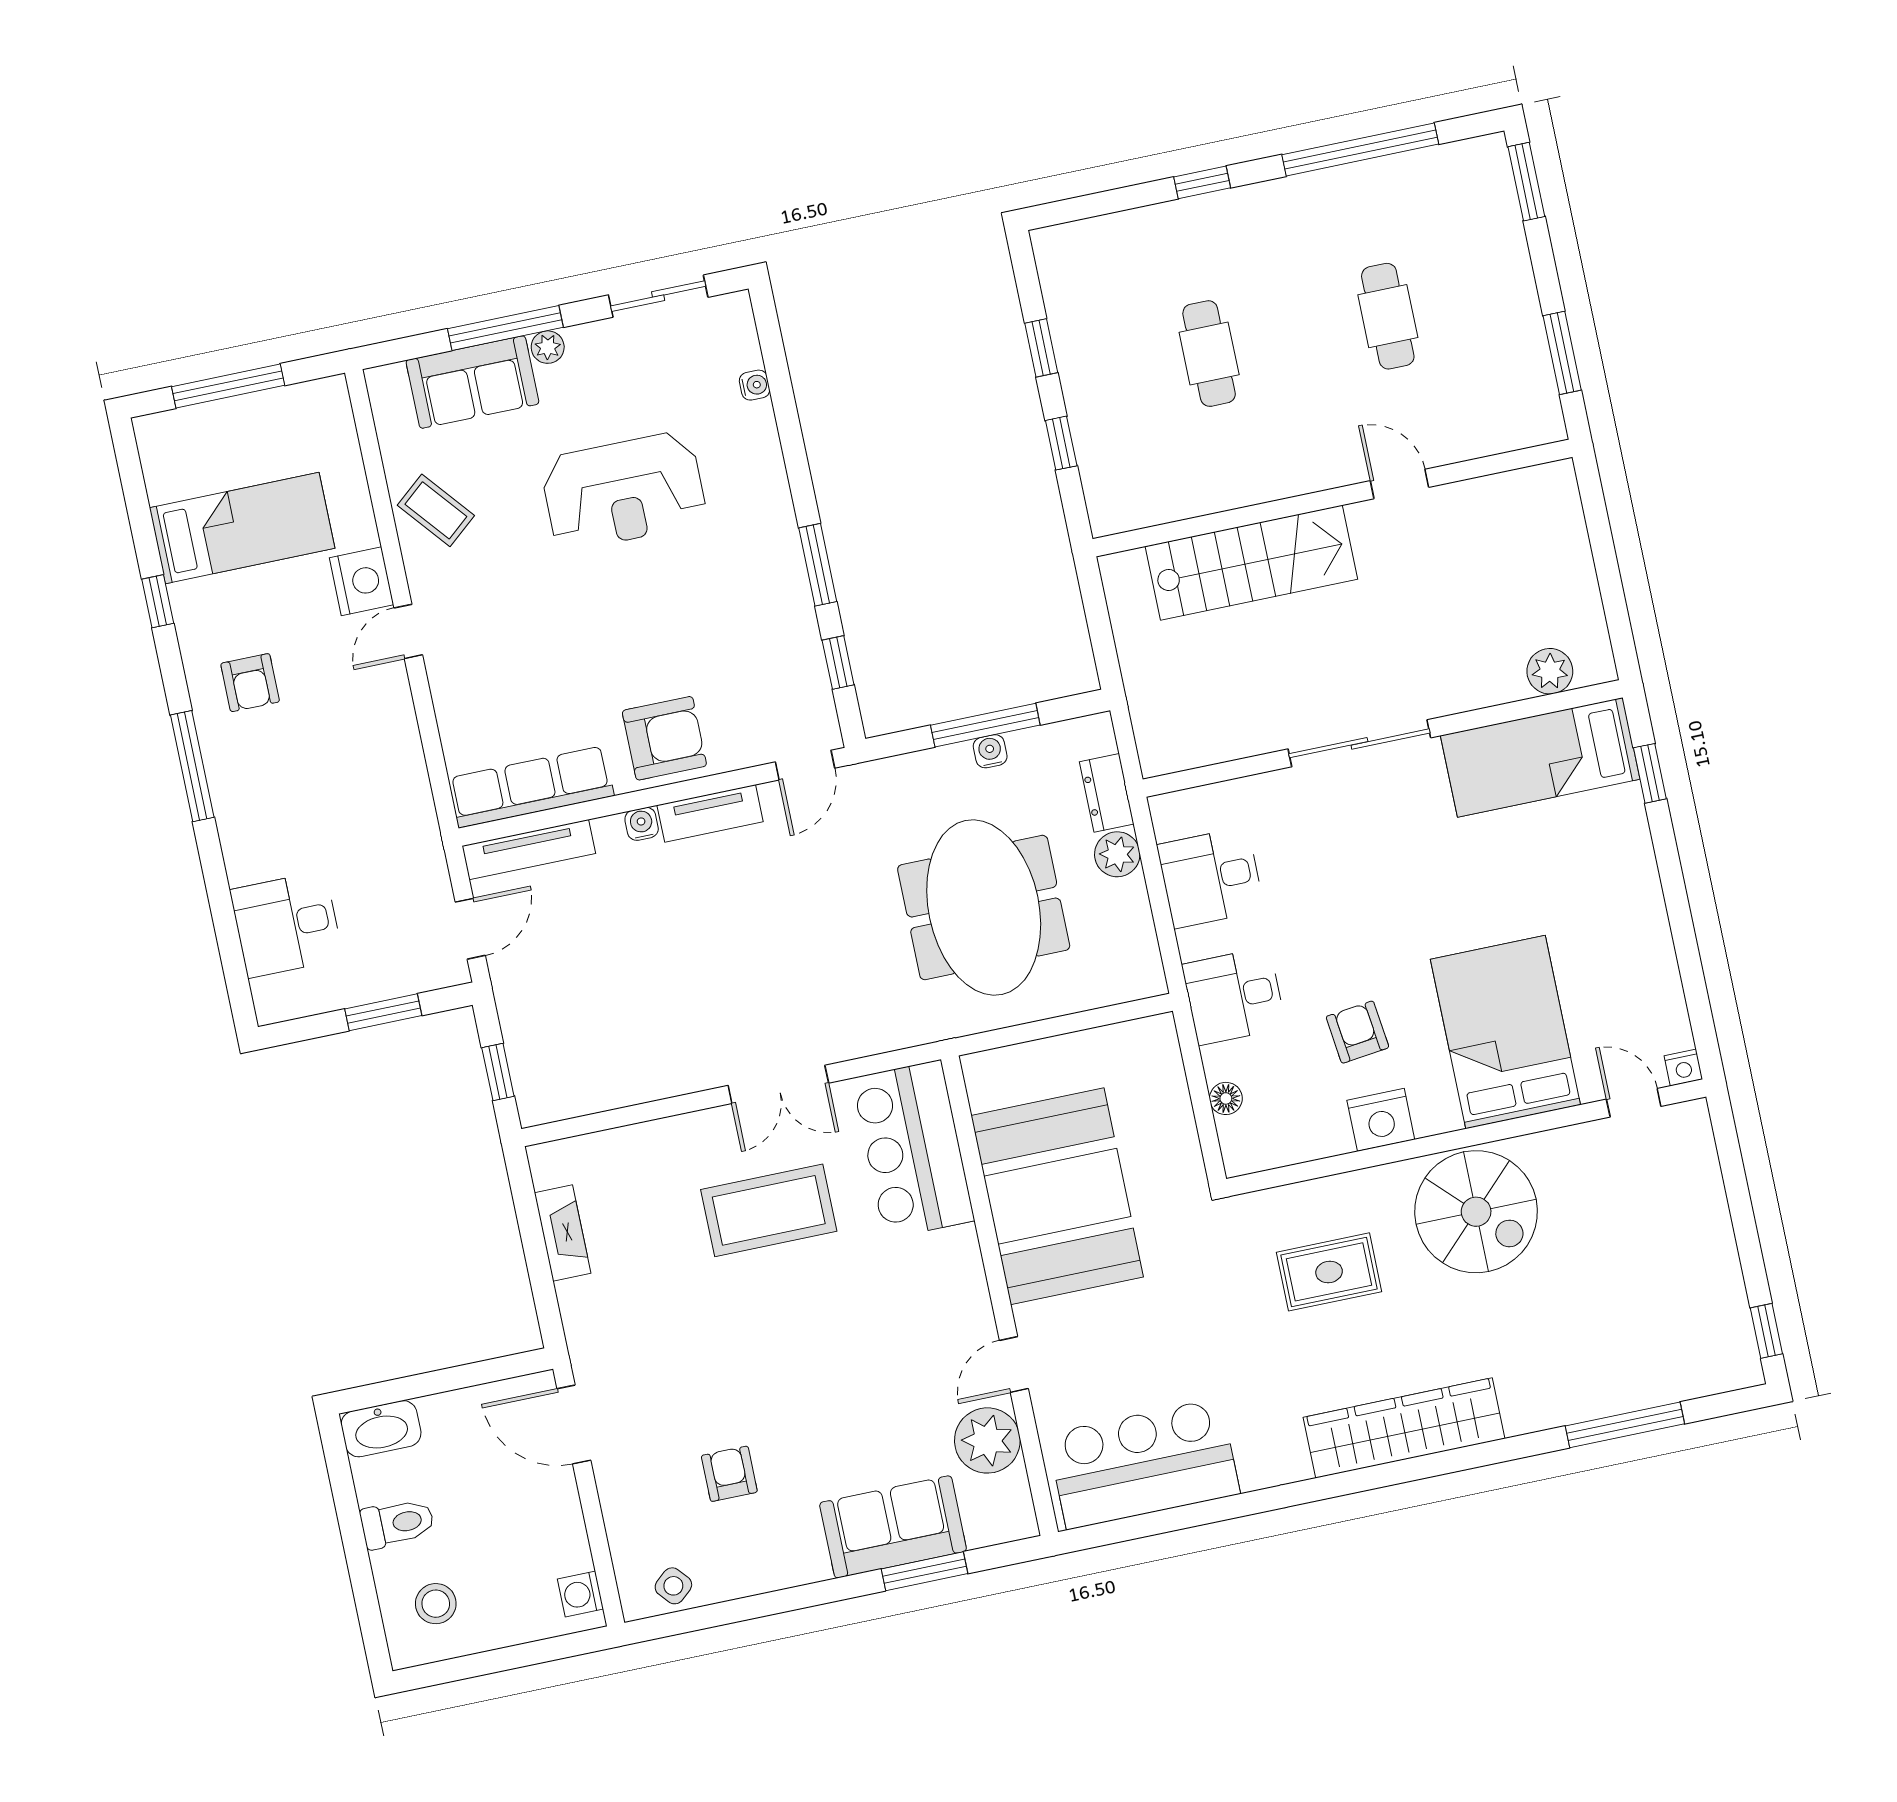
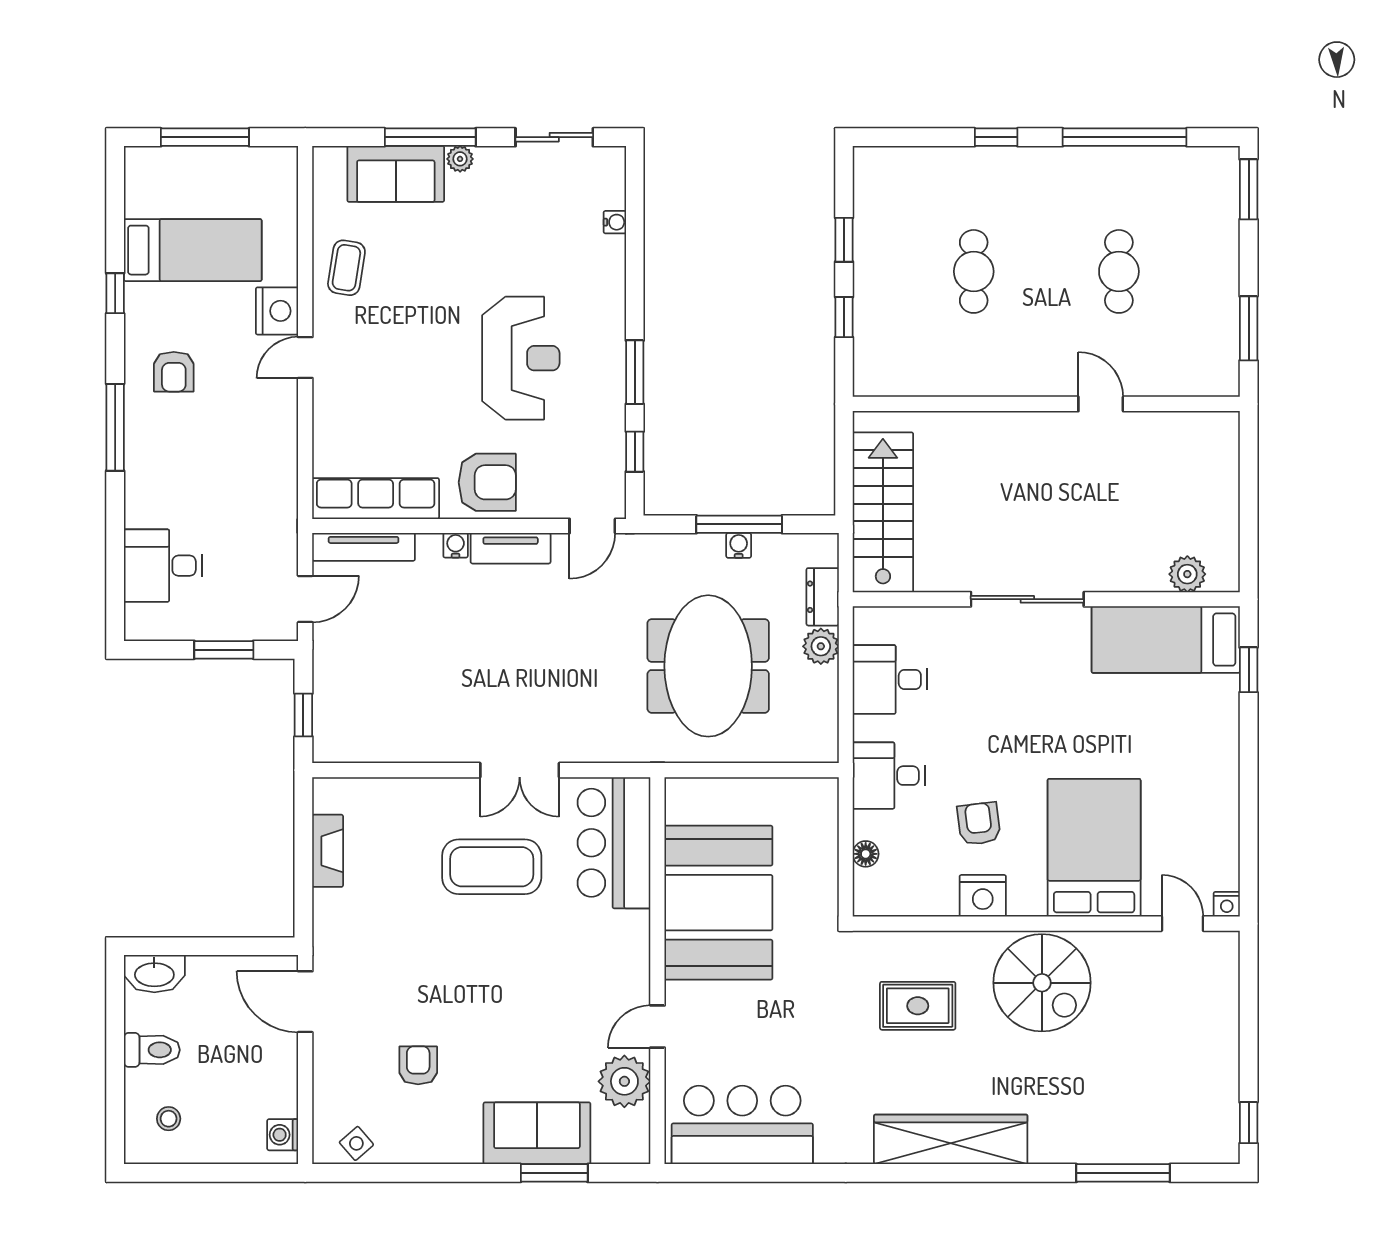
reception desk: (624, 491) -> (521, 358), moved, turned -90
coffee table: (436, 510) -> (346, 268), turned 49
stairs: (1251, 563) -> (883, 512), moved, turned -90
stool: (436, 1604) -> (169, 1119), width x0.73, depth x0.73

